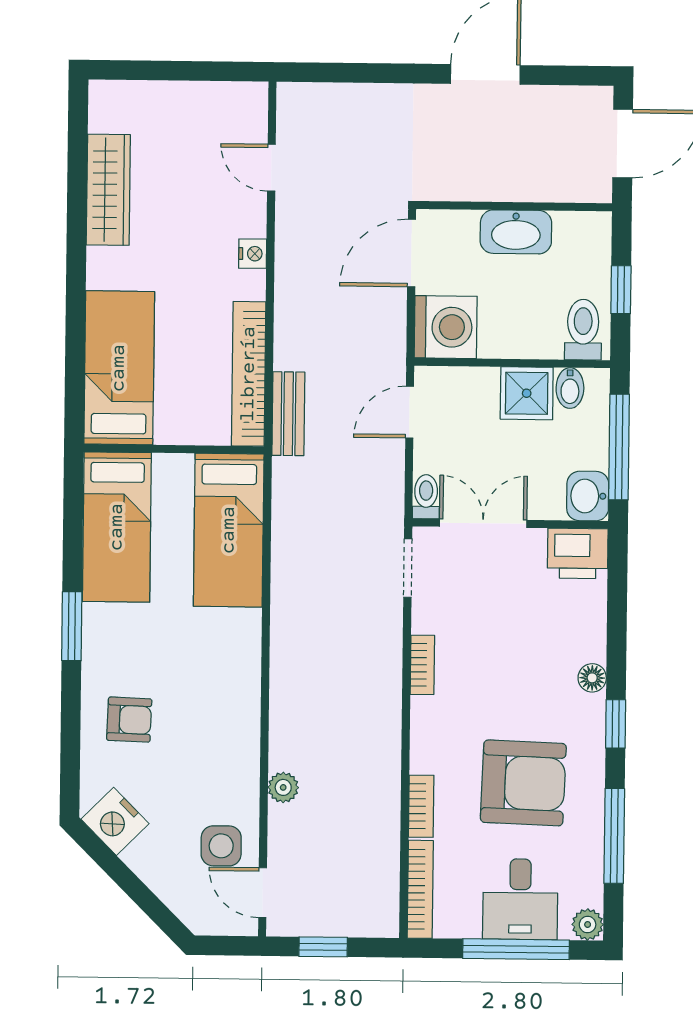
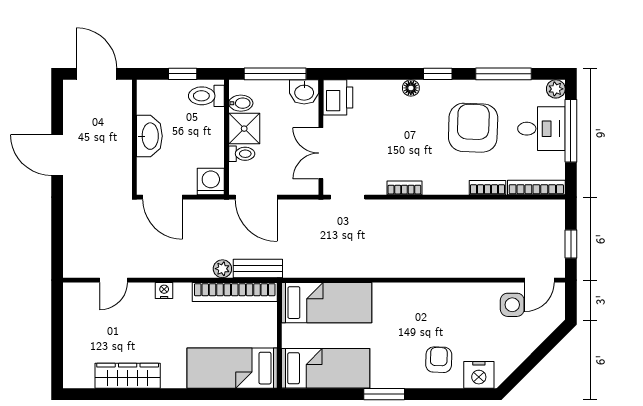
washing machine: (446, 327) -> (211, 182), width x0.73, depth x0.73
door: (410, 412) -> (256, 197), width x1.38
toilet: (426, 497) -> (242, 154), moved, turned 180
plant: (283, 787) -> (222, 269), moved
nightstand: (115, 821) -> (479, 375), moved, turned 45

